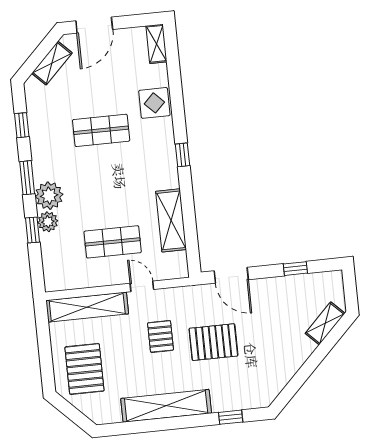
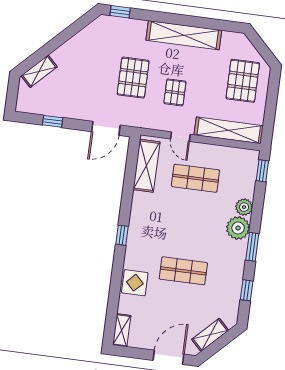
shelving: (171, 220) -> (146, 166), moved
window: (33, 230) -> (262, 171), moved
door: (231, 275) -> (106, 128), swing flipped
pallet: (213, 342) -> (133, 78), turned 90
window: (231, 417) -> (120, 12), moved

